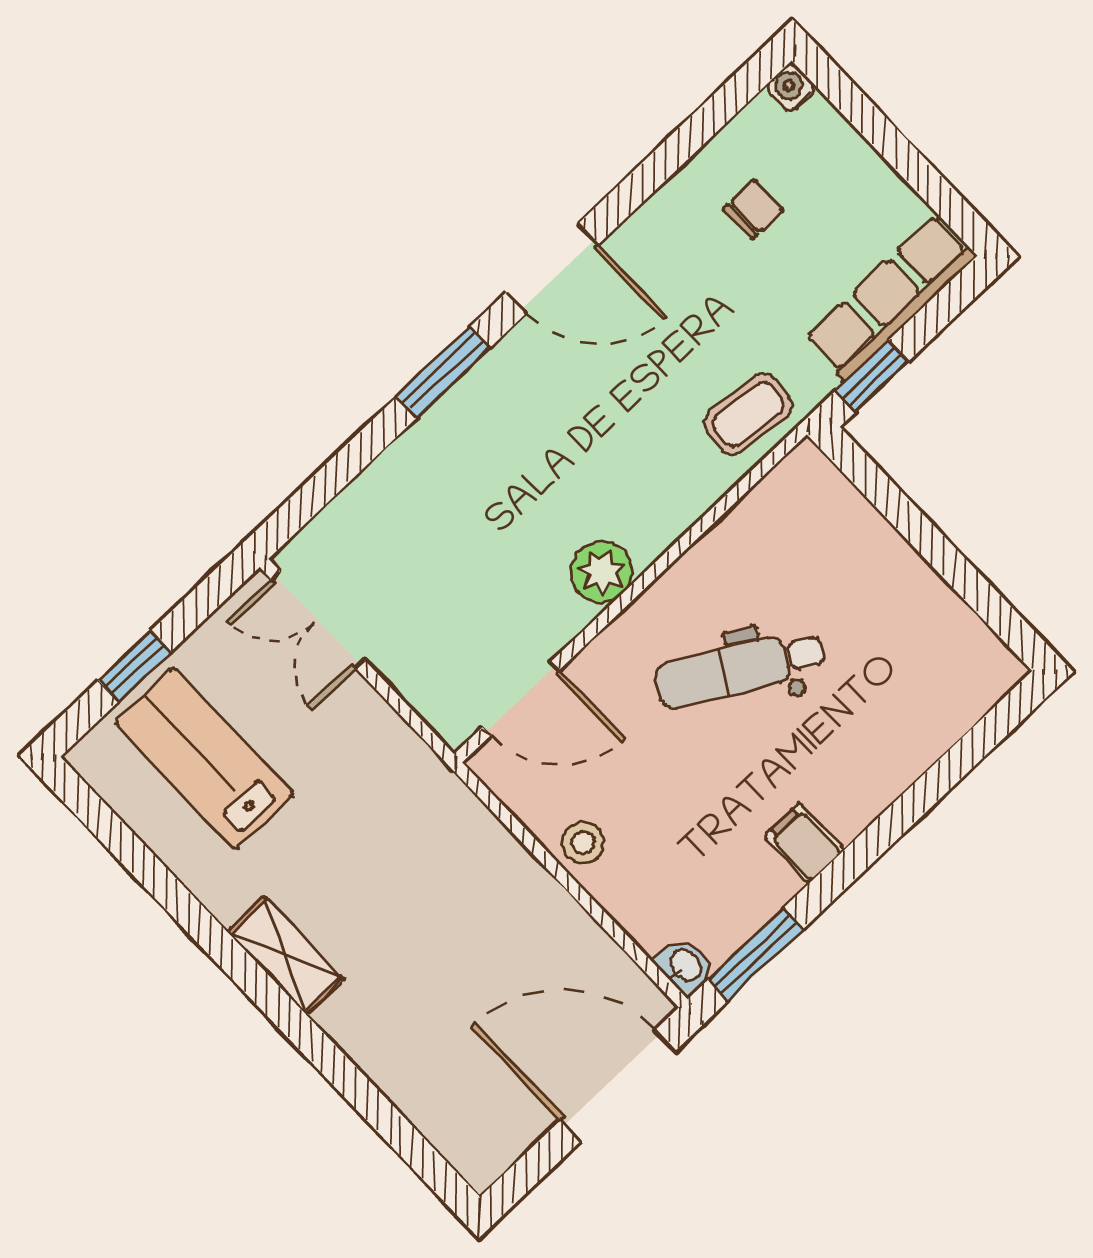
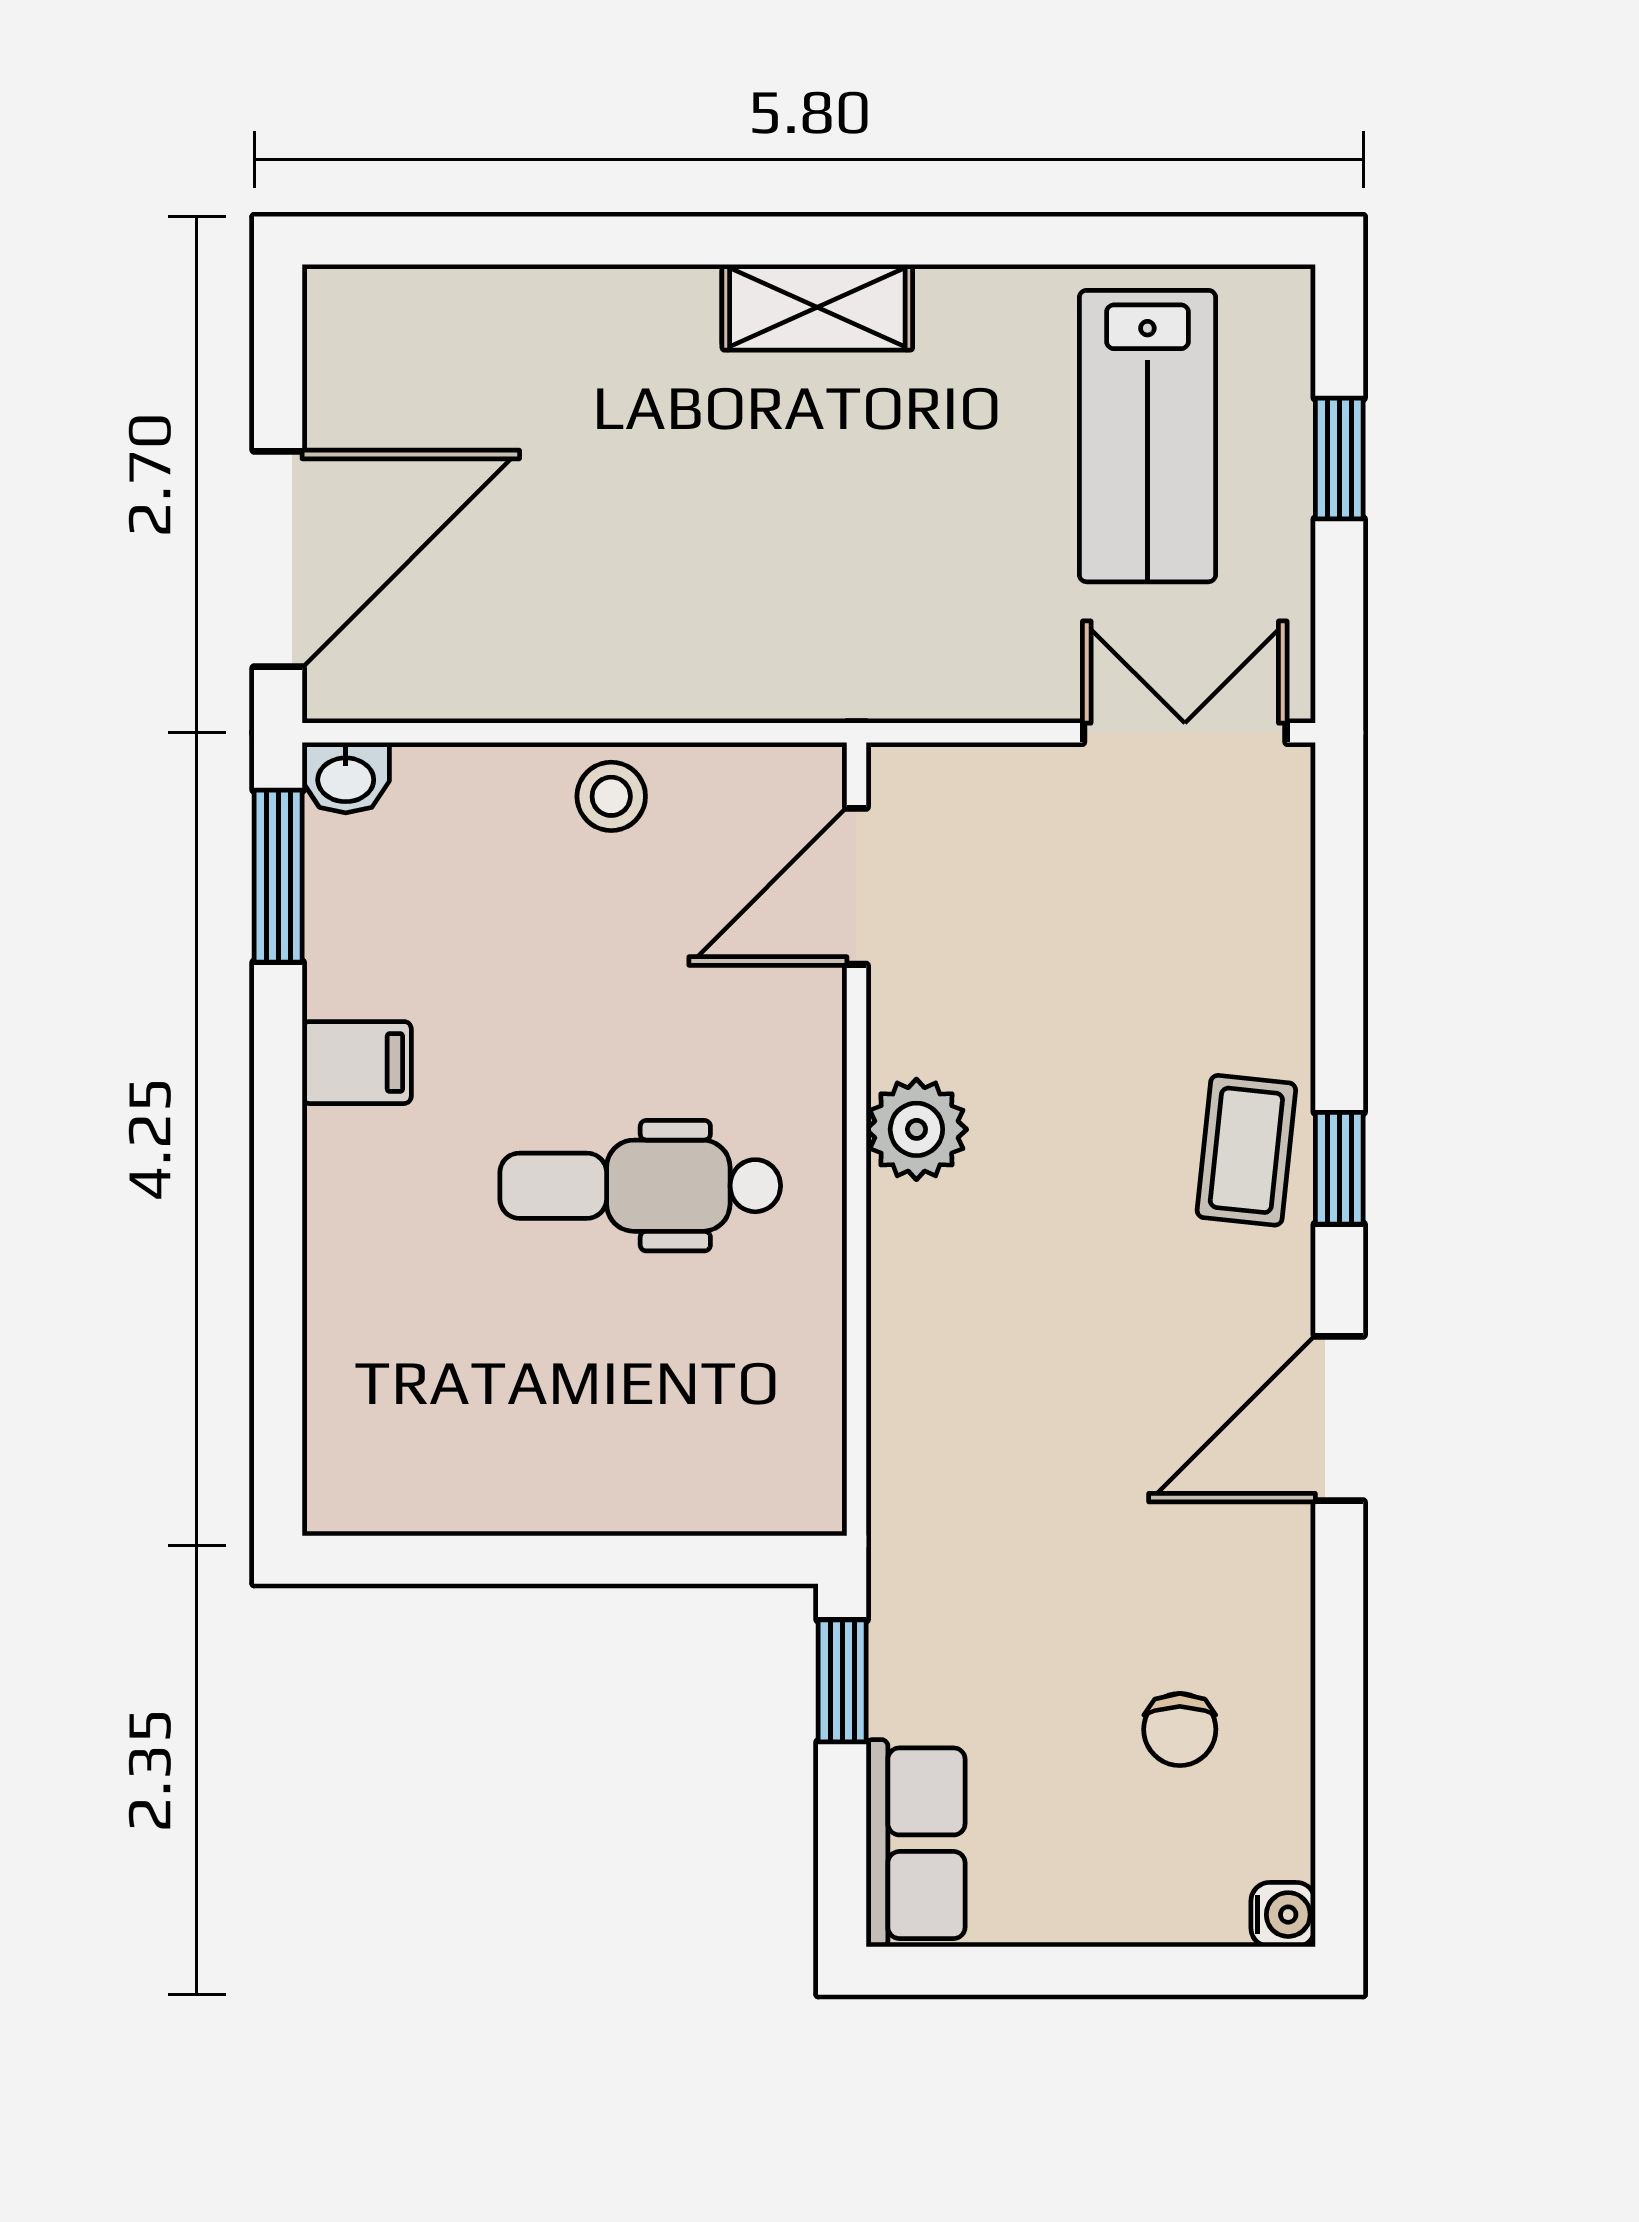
row of seats: (891, 297) -> (916, 1843), width x0.68
window: (443, 372) -> (1339, 1168), width x0.67
coffee table: (748, 414) -> (1246, 1150), moved
dental chair: (740, 669) -> (640, 1186), turned -120
lab bench: (204, 759) -> (1147, 436), turned 90

